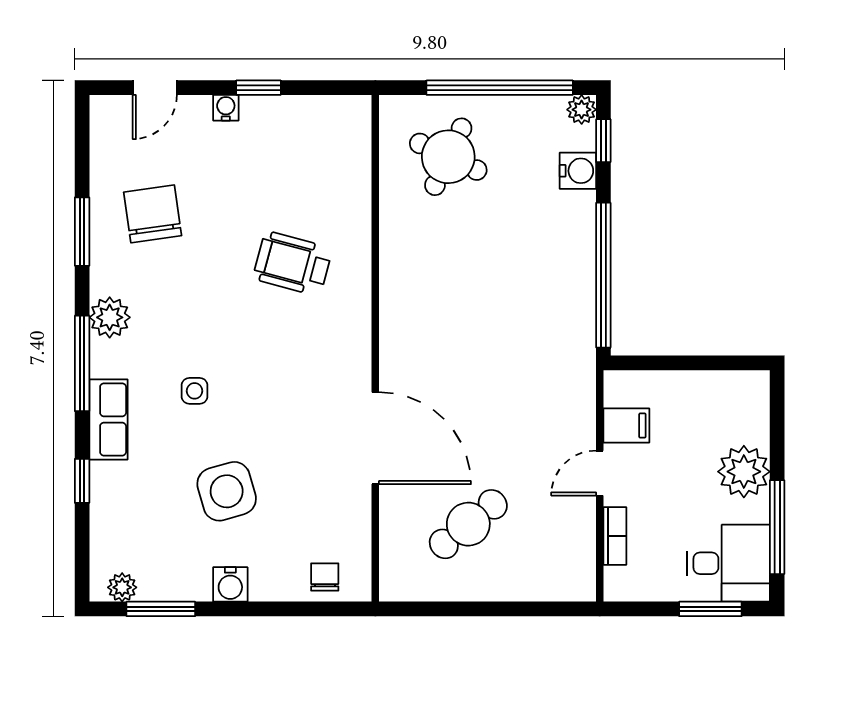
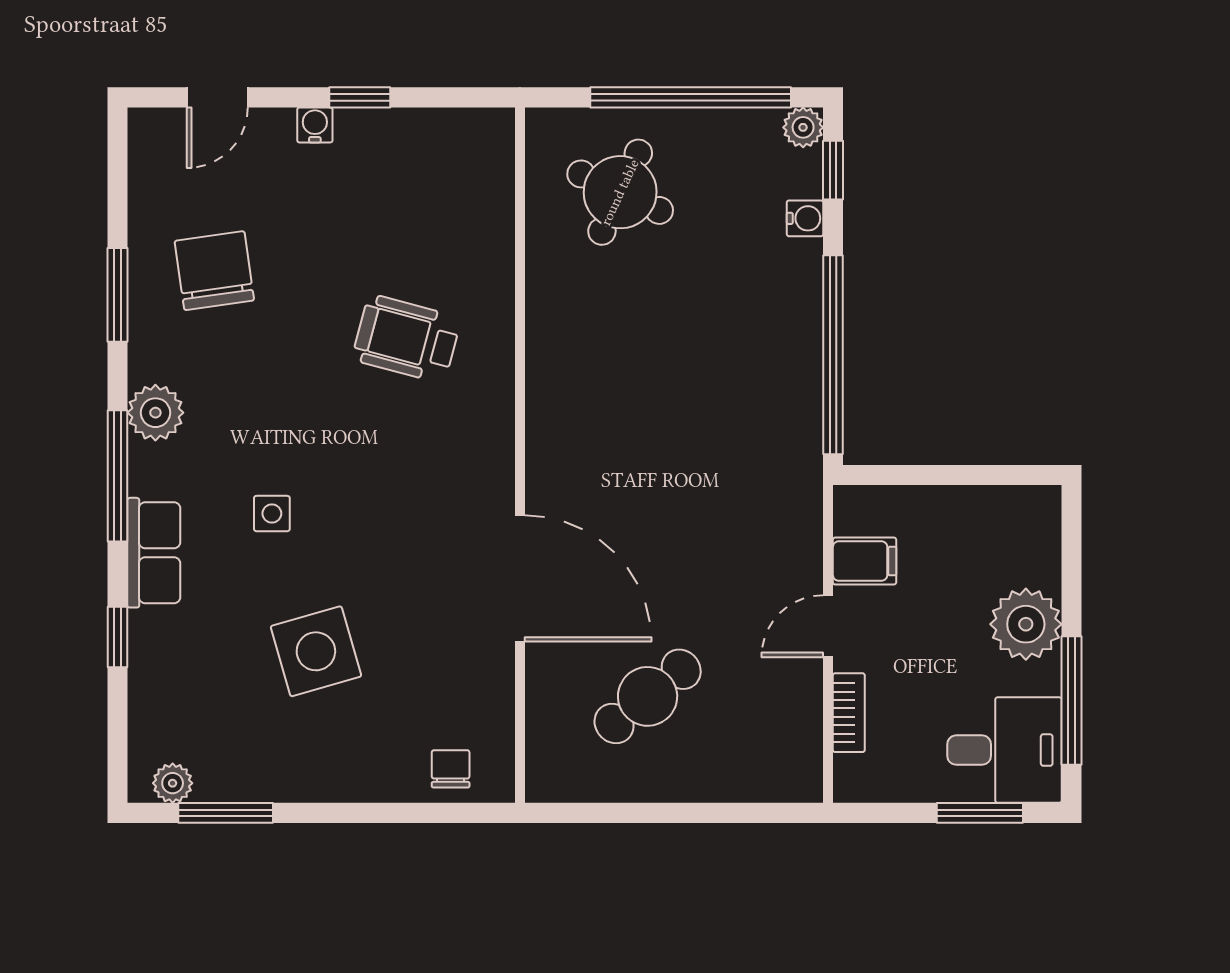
water cooler: (578, 171) -> (805, 218), width x0.72, depth x0.72
water cooler: (230, 584) -> (321, 779), removed

